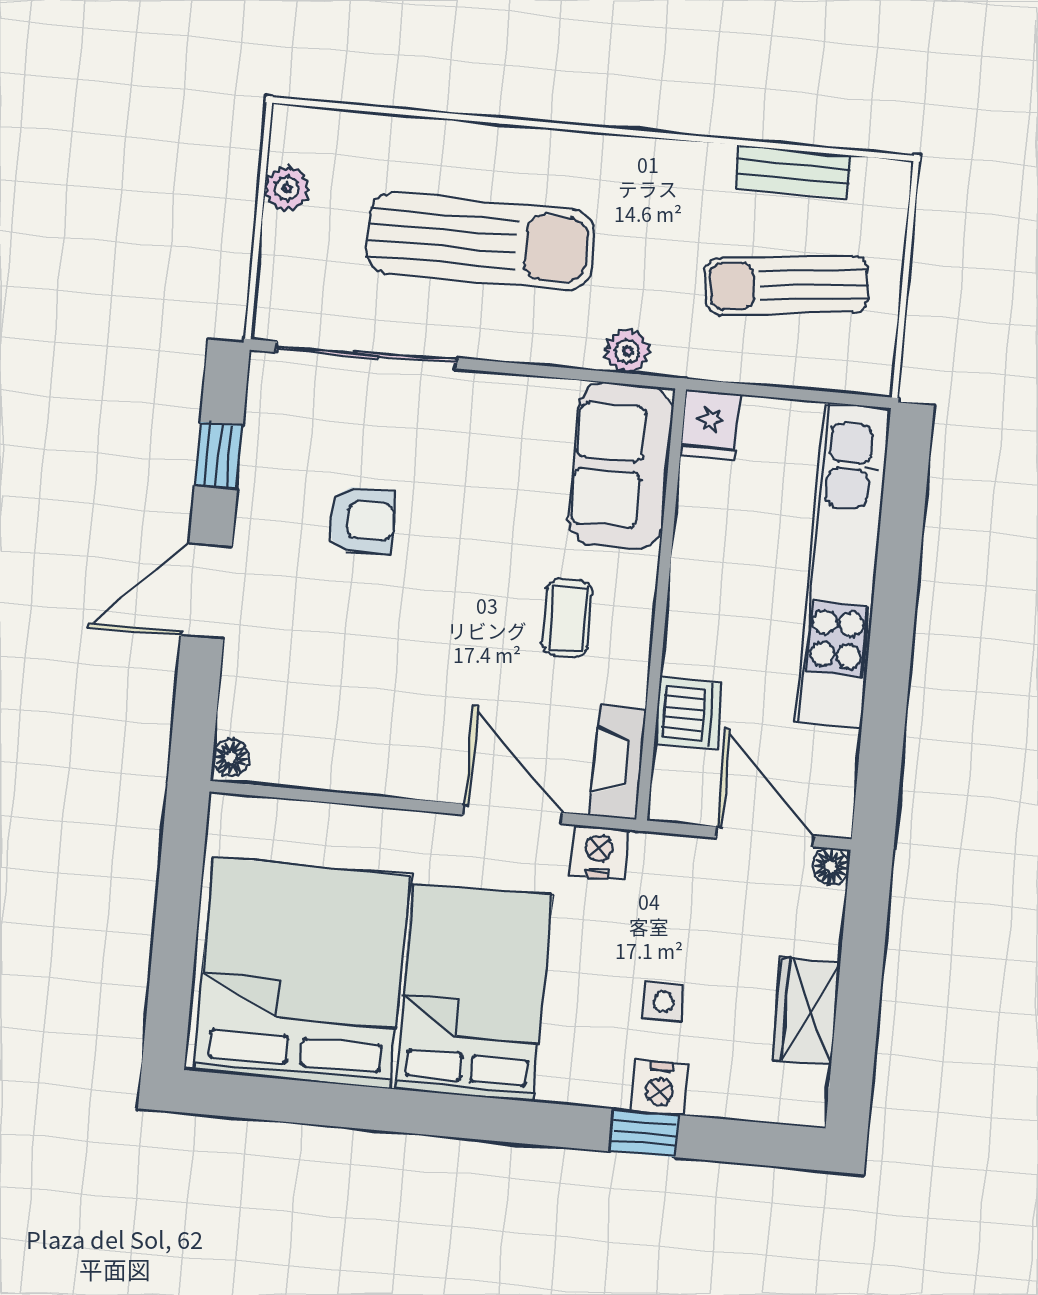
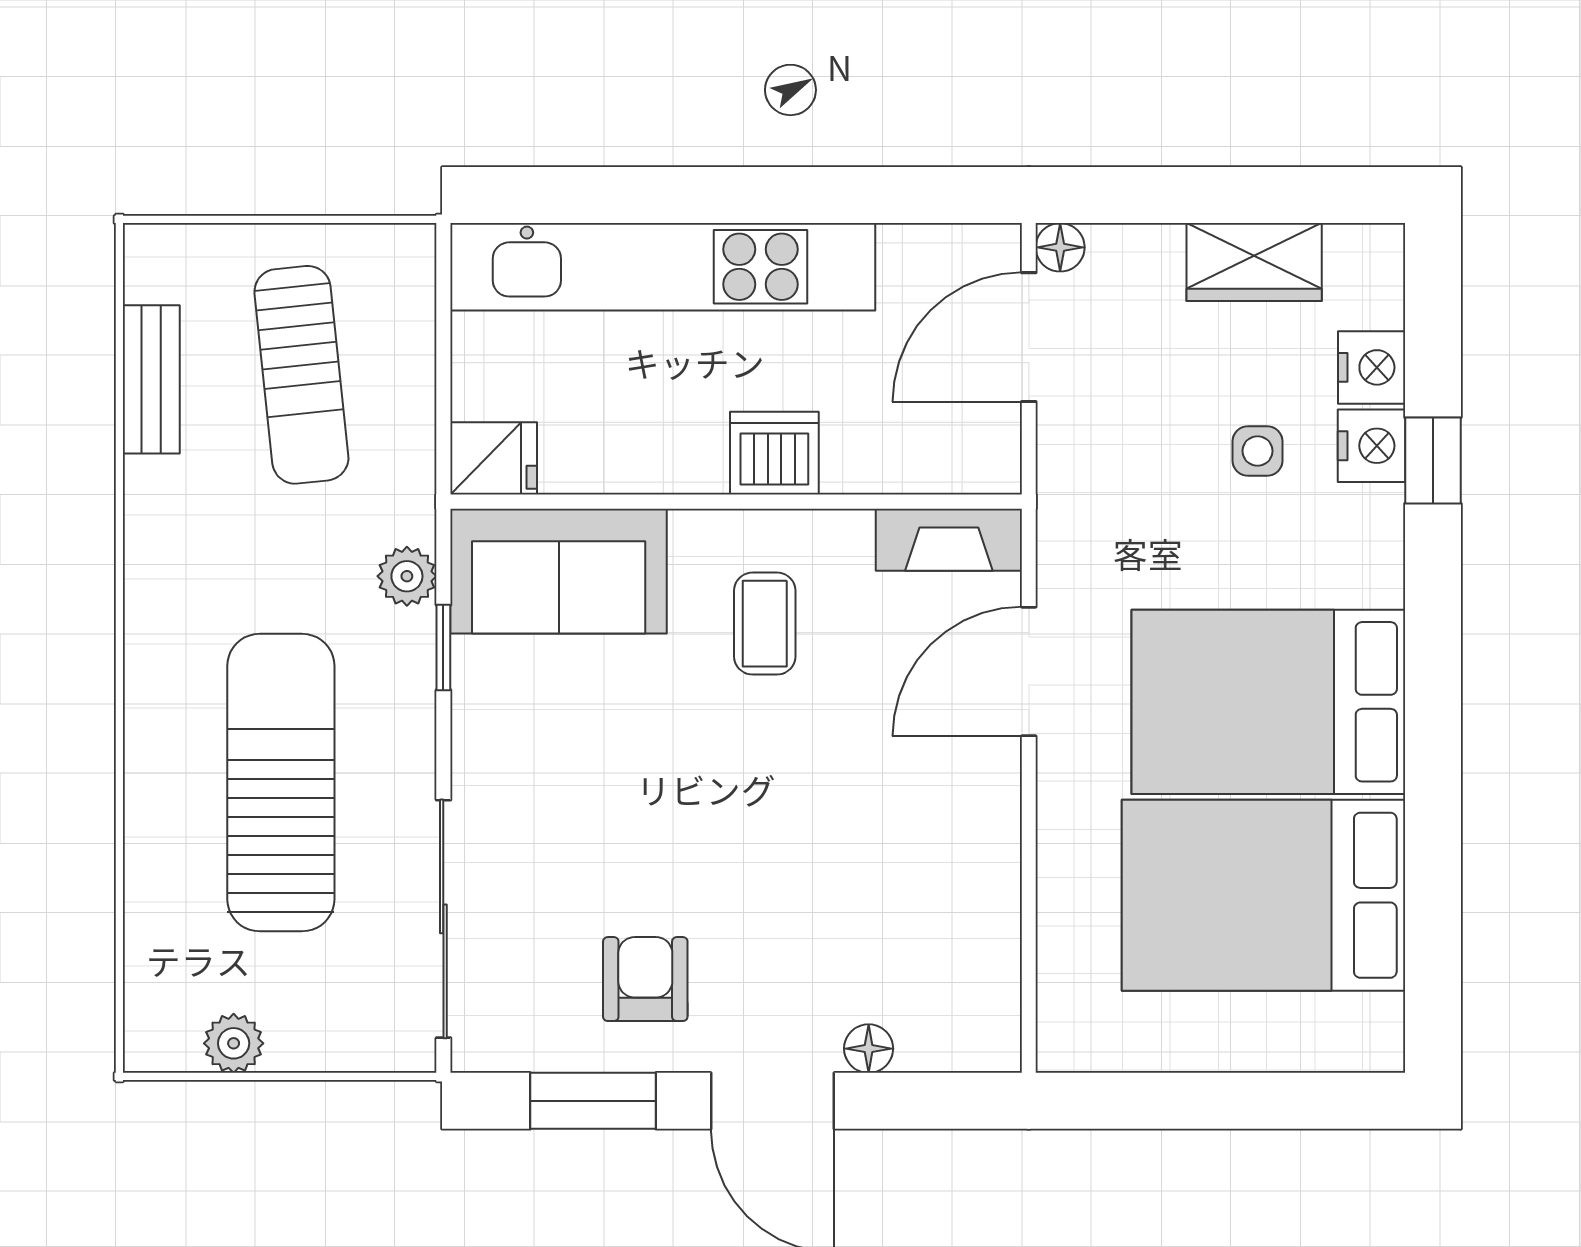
window: (571, 374) -> (443, 648), added
window: (219, 455) -> (593, 1101), width x1.50
armchair: (362, 520) -> (645, 979), moved
coffee table: (567, 618) -> (765, 624), turned 90
dishwasher: (688, 713) -> (774, 453), moved
floor lamp: (231, 758) -> (869, 1049), moved
nightstand: (599, 852) -> (1372, 367), moved, turned 180
bed: (302, 973) -> (1263, 895), width x0.73

